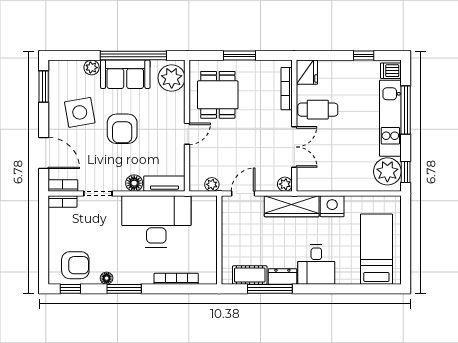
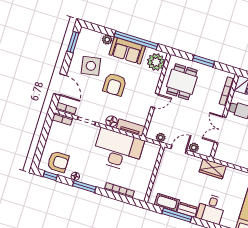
double door: (294, 147) -> (220, 130), swing flipped
plant: (285, 184) -> (194, 148), moved
wardrobe: (292, 206) -> (213, 169), width x0.67
nightstand: (332, 206) -> (233, 175), removed

